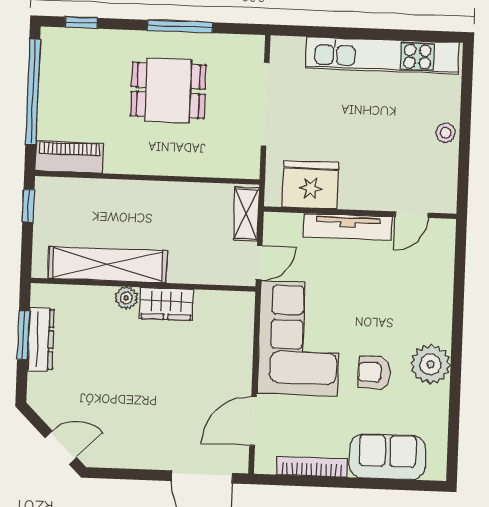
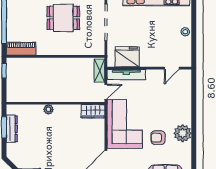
tv unit: (348, 227) -> (126, 75), moved
shelving: (108, 265) -> (40, 95), removed
wardrobe: (166, 304) -> (93, 111), moved

